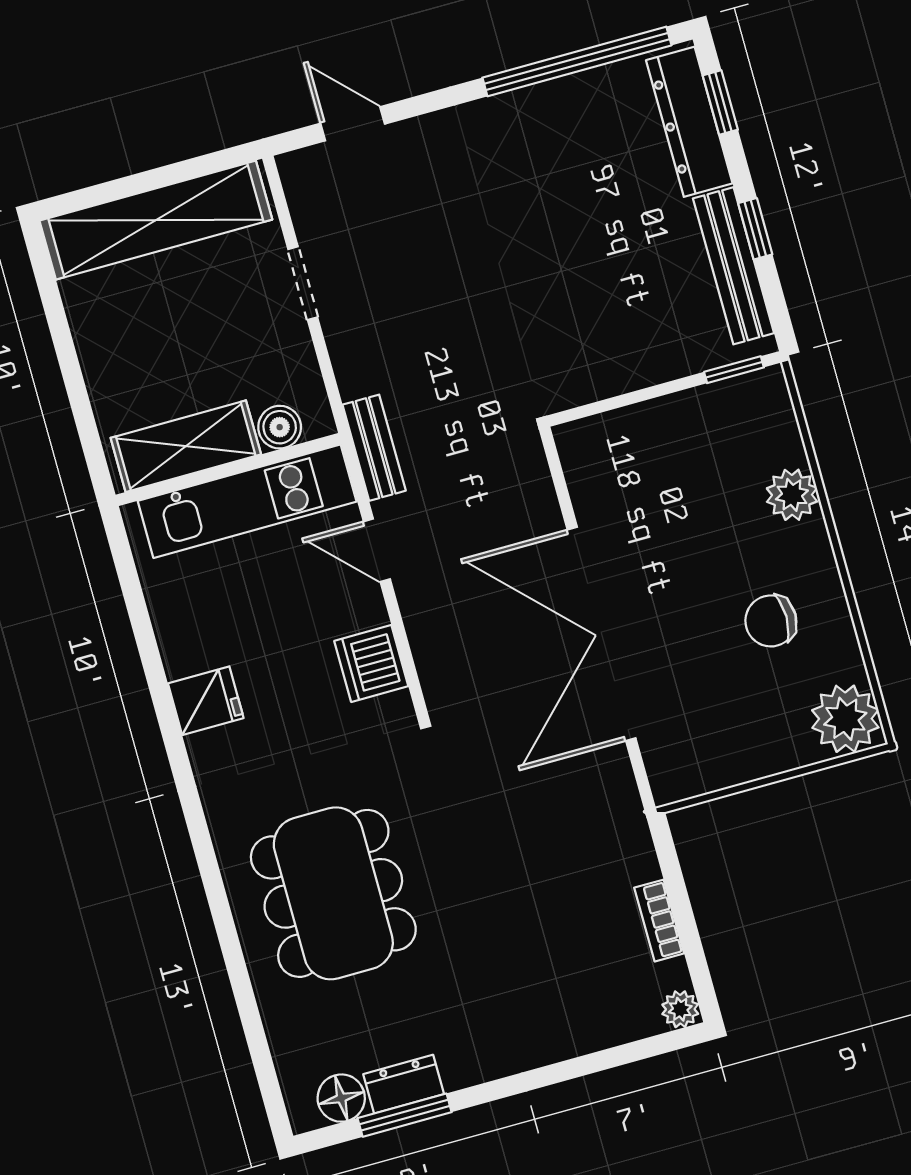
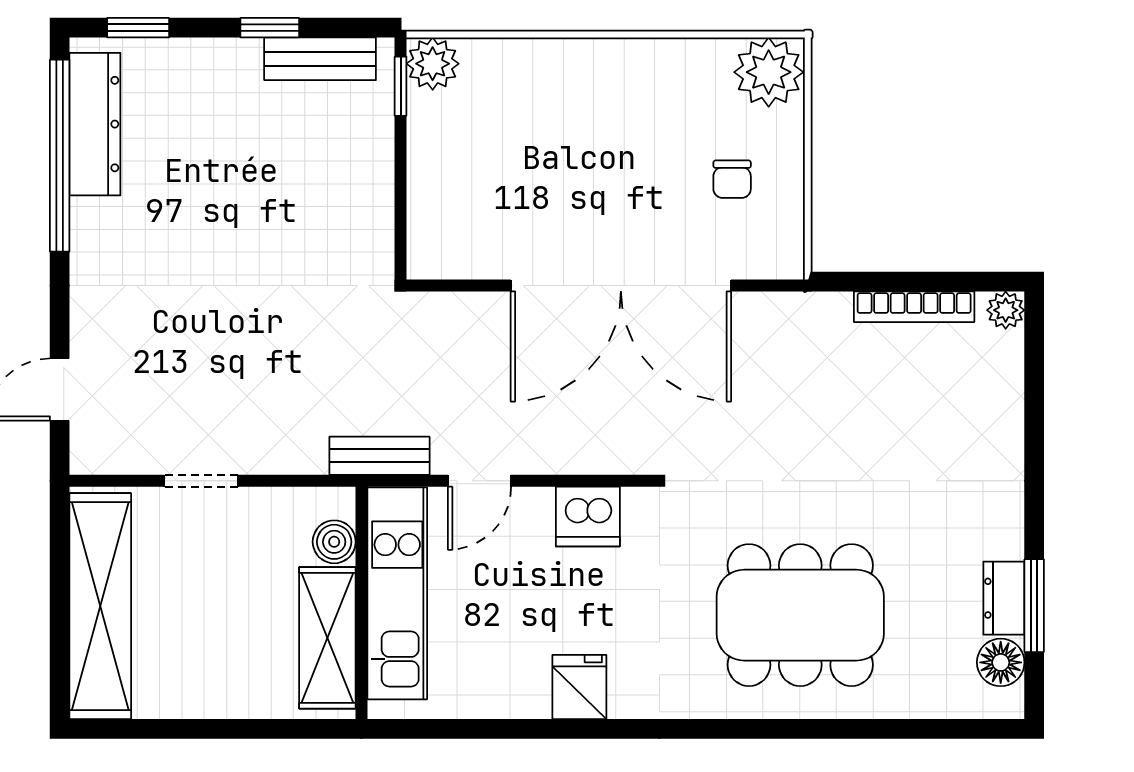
dresser: (689, 122) -> (95, 124), moved, turned -90
bench: (733, 266) -> (320, 59), width x0.73
plant: (792, 495) -> (433, 64), moved
chair: (771, 621) -> (732, 179), moved, width x0.73, depth x0.73
bookcase: (659, 921) -> (914, 307), width x1.56

